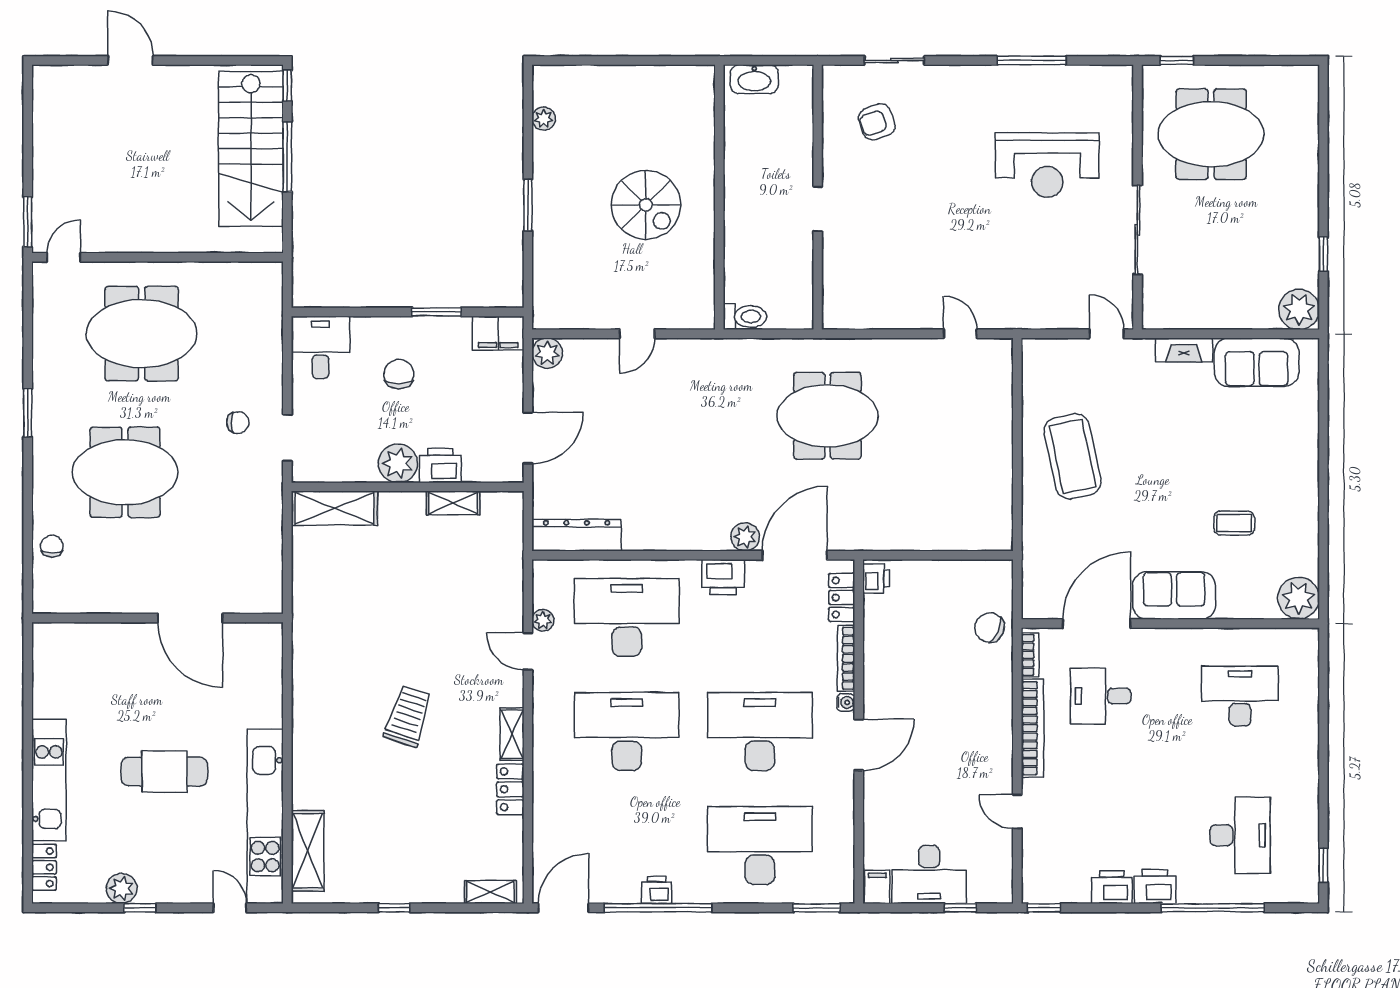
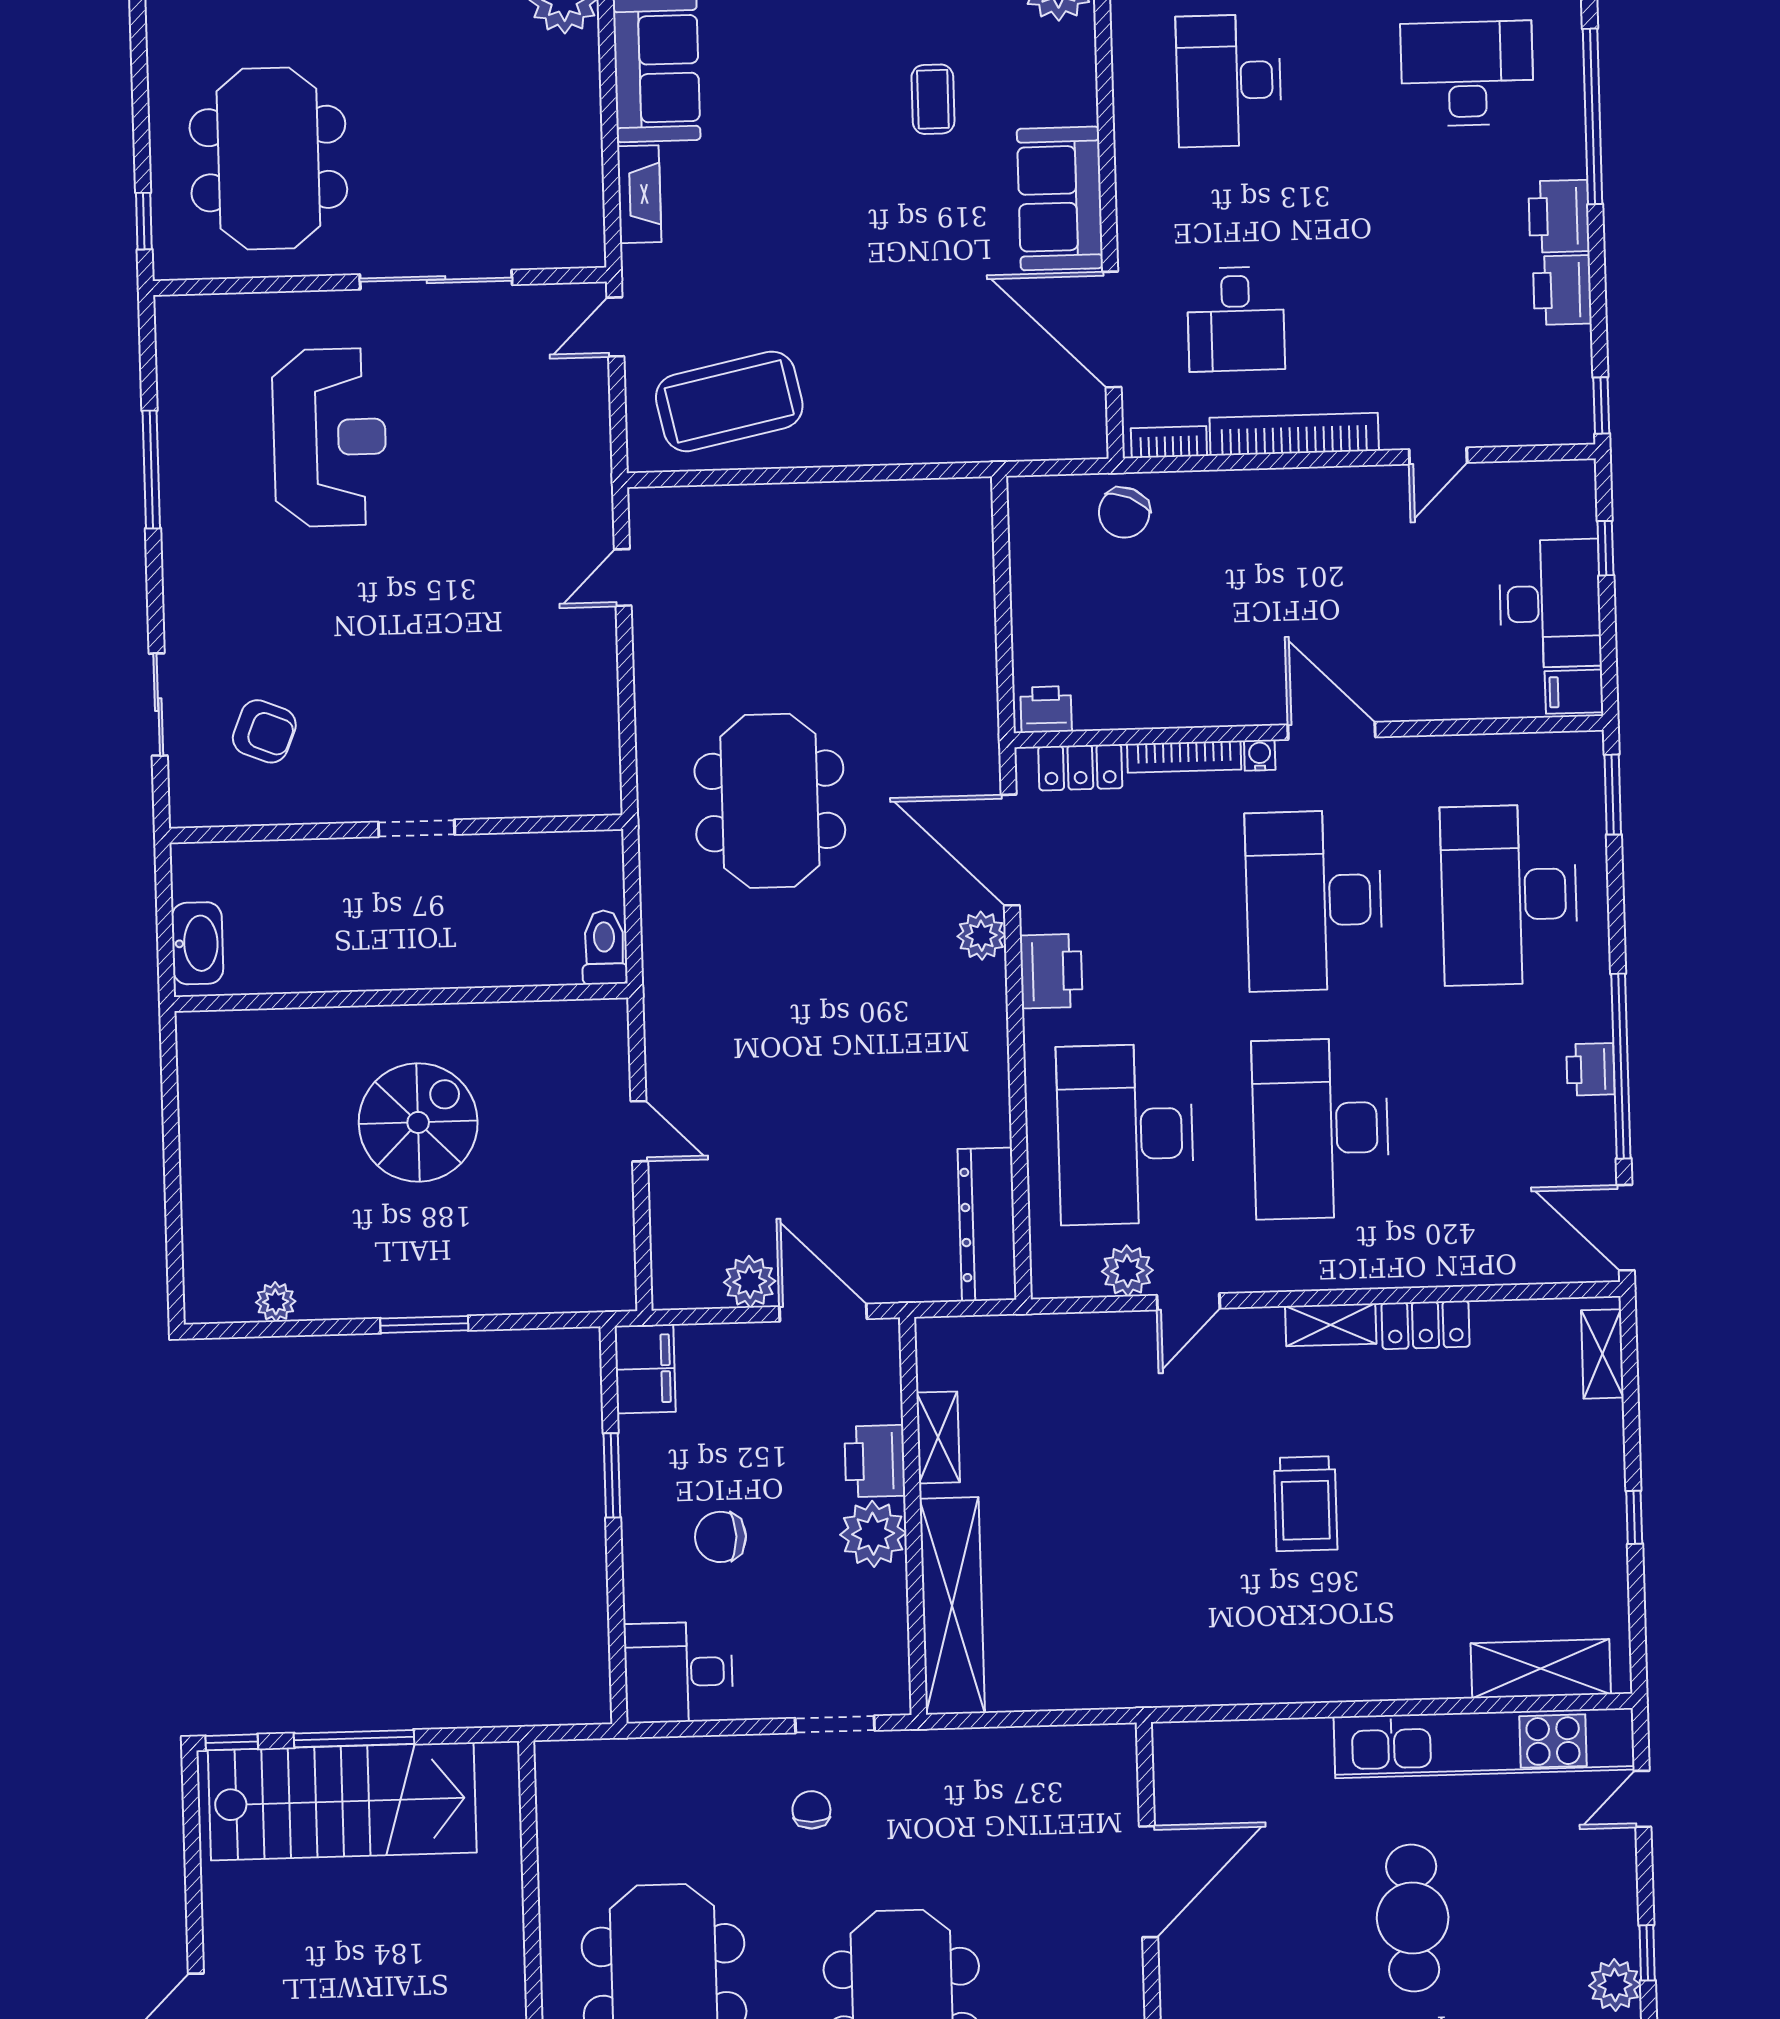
armchair: (877, 122) -> (264, 731), turned -48
plant: (547, 353) -> (750, 1282), moved
coffee table: (1073, 456) -> (729, 401), moved
shelving: (334, 508) -> (952, 1606), width x1.47
plant: (543, 620) -> (1127, 1271), width x1.38, depth x1.38
trolley: (408, 716) -> (1306, 1504), turned -108

